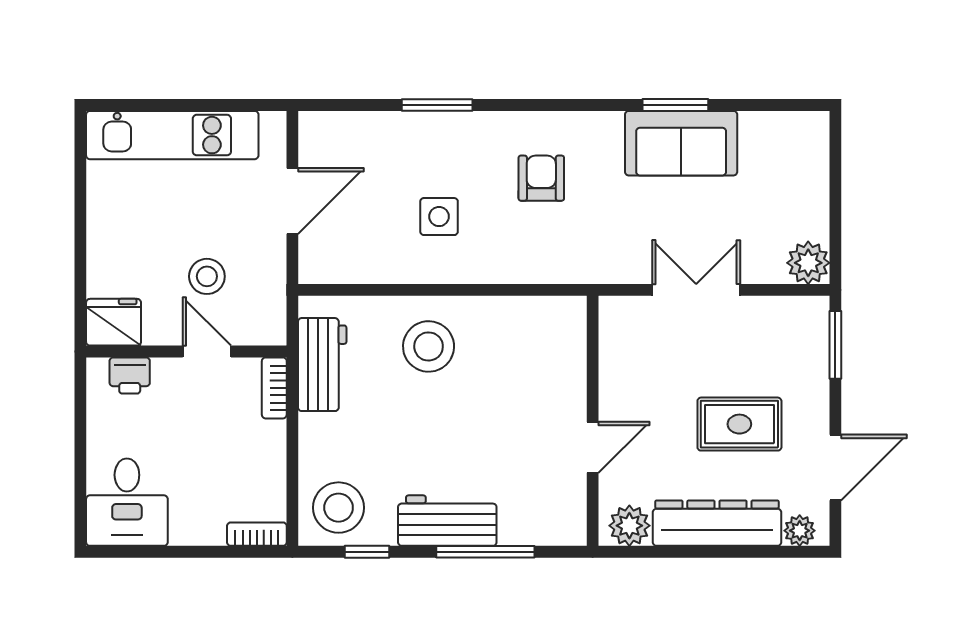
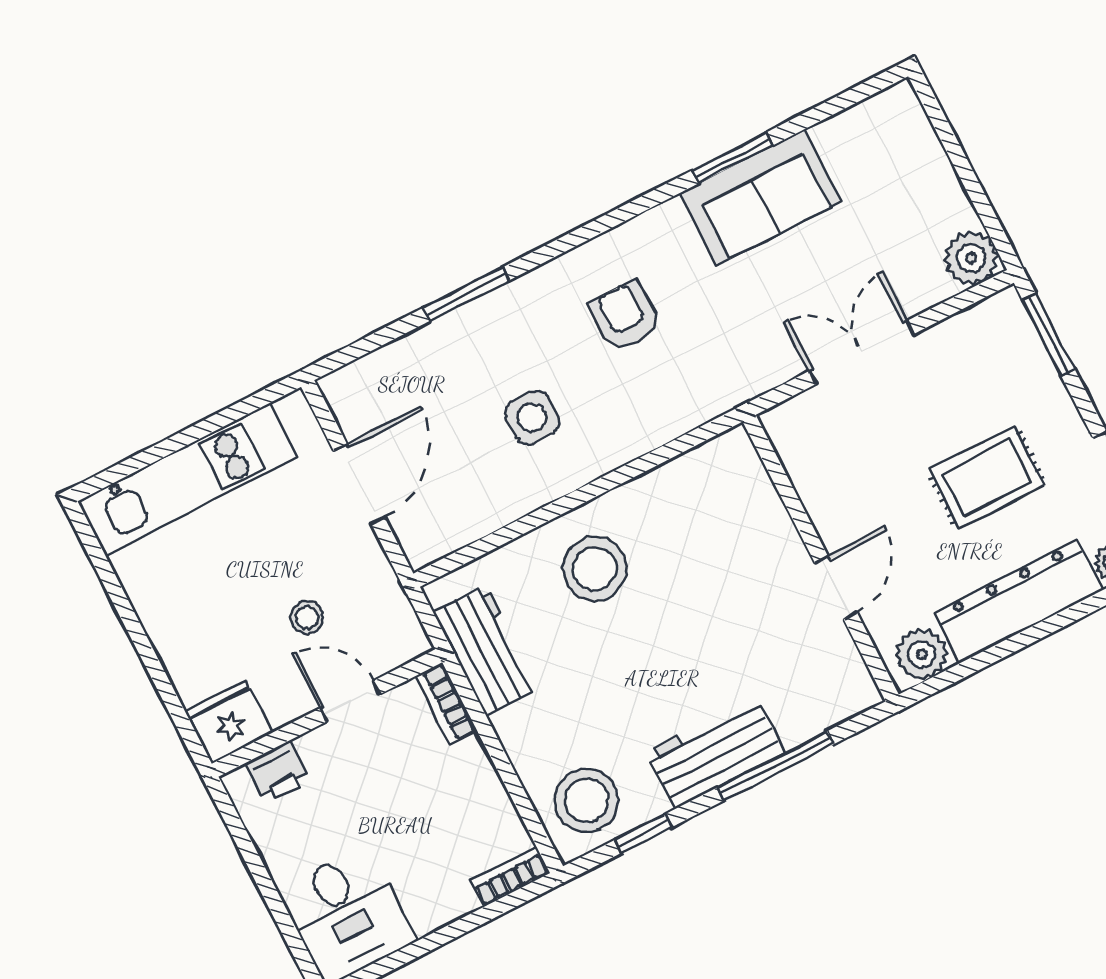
stool: (207, 276) -> (307, 617), width x0.73, depth x0.73

